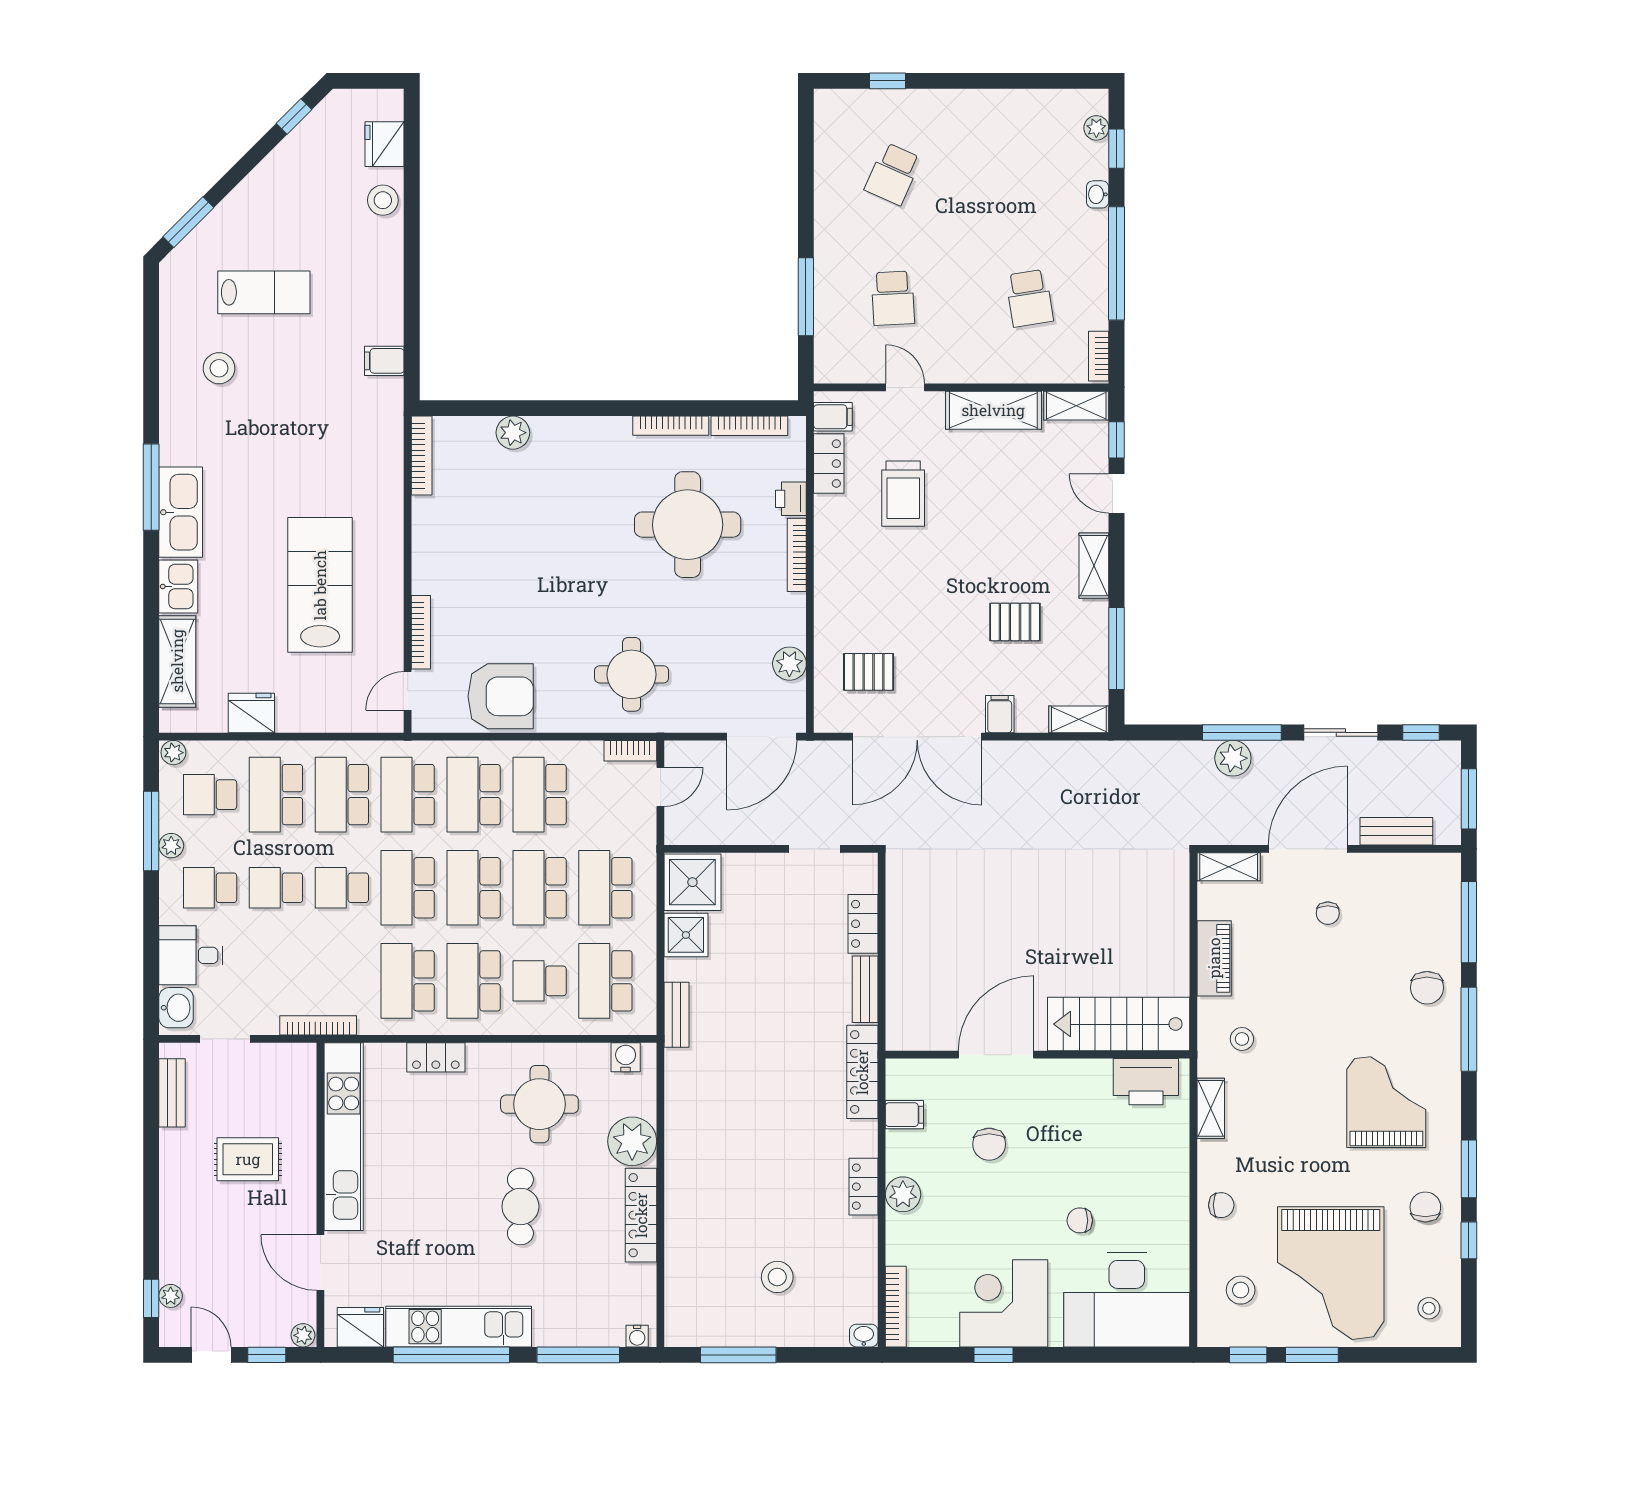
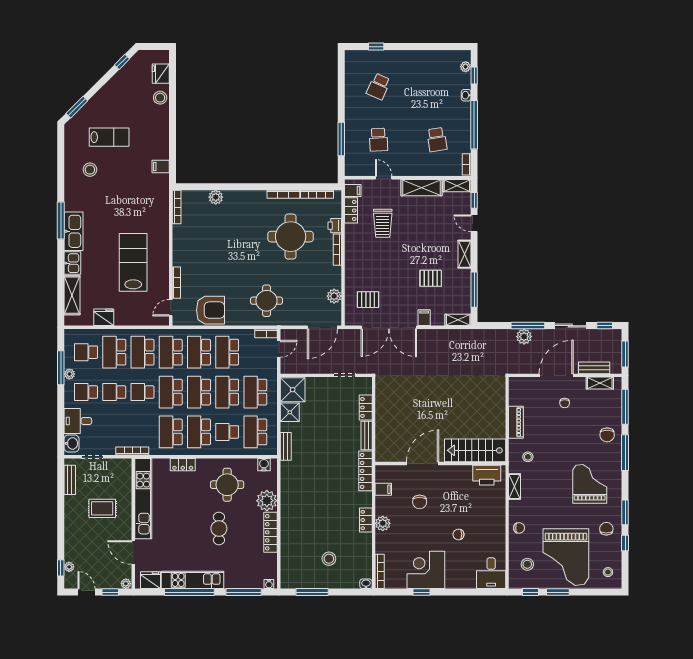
plant: (173, 753) -> (70, 334), removed
shelving: (1229, 867) -> (600, 383), moved
desk: (1127, 1300) -> (491, 573), width x0.53, depth x0.77

